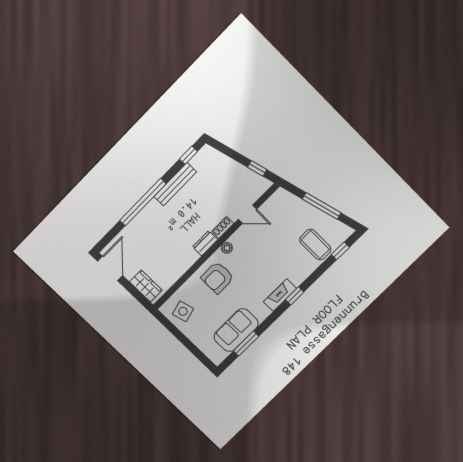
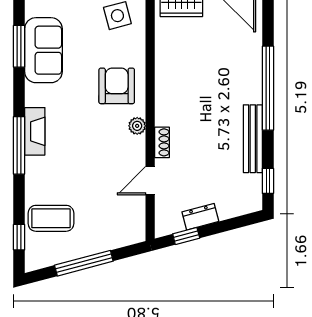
dresser: (205, 243) -> (200, 217), moved, turned -105
window: (295, 296) -> (19, 145), width x2.17

